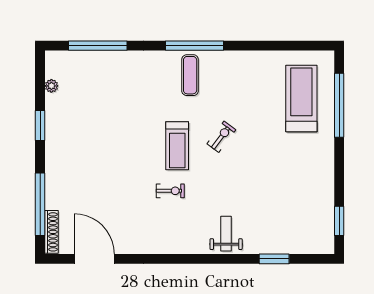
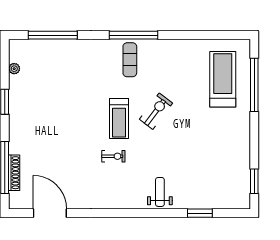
exercise bike: (221, 137) -> (156, 111), width x1.38, depth x1.39
shoe rack: (51, 232) -> (14, 173), moved

